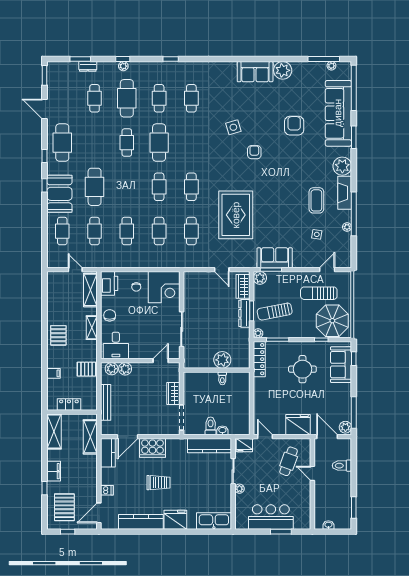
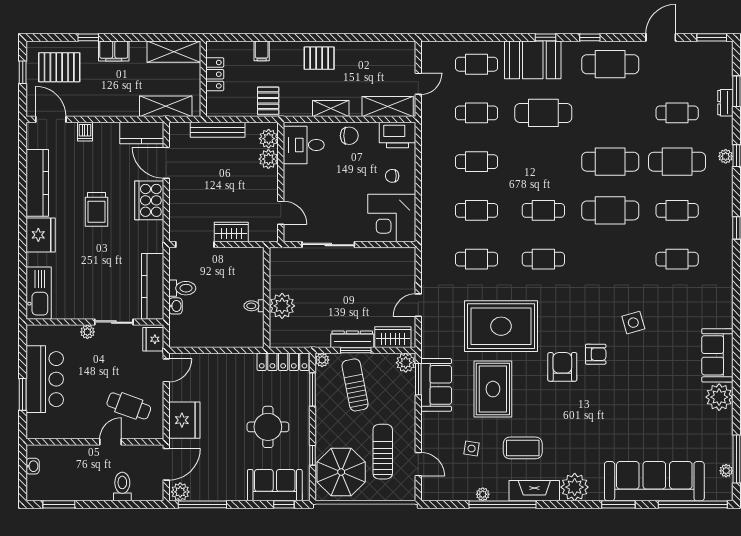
armchair: (294, 126) -> (562, 367), moved, turned -90
cafe table: (127, 143) -> (610, 162), width x1.37, depth x1.35
rug: (277, 220) -> (493, 389), added

